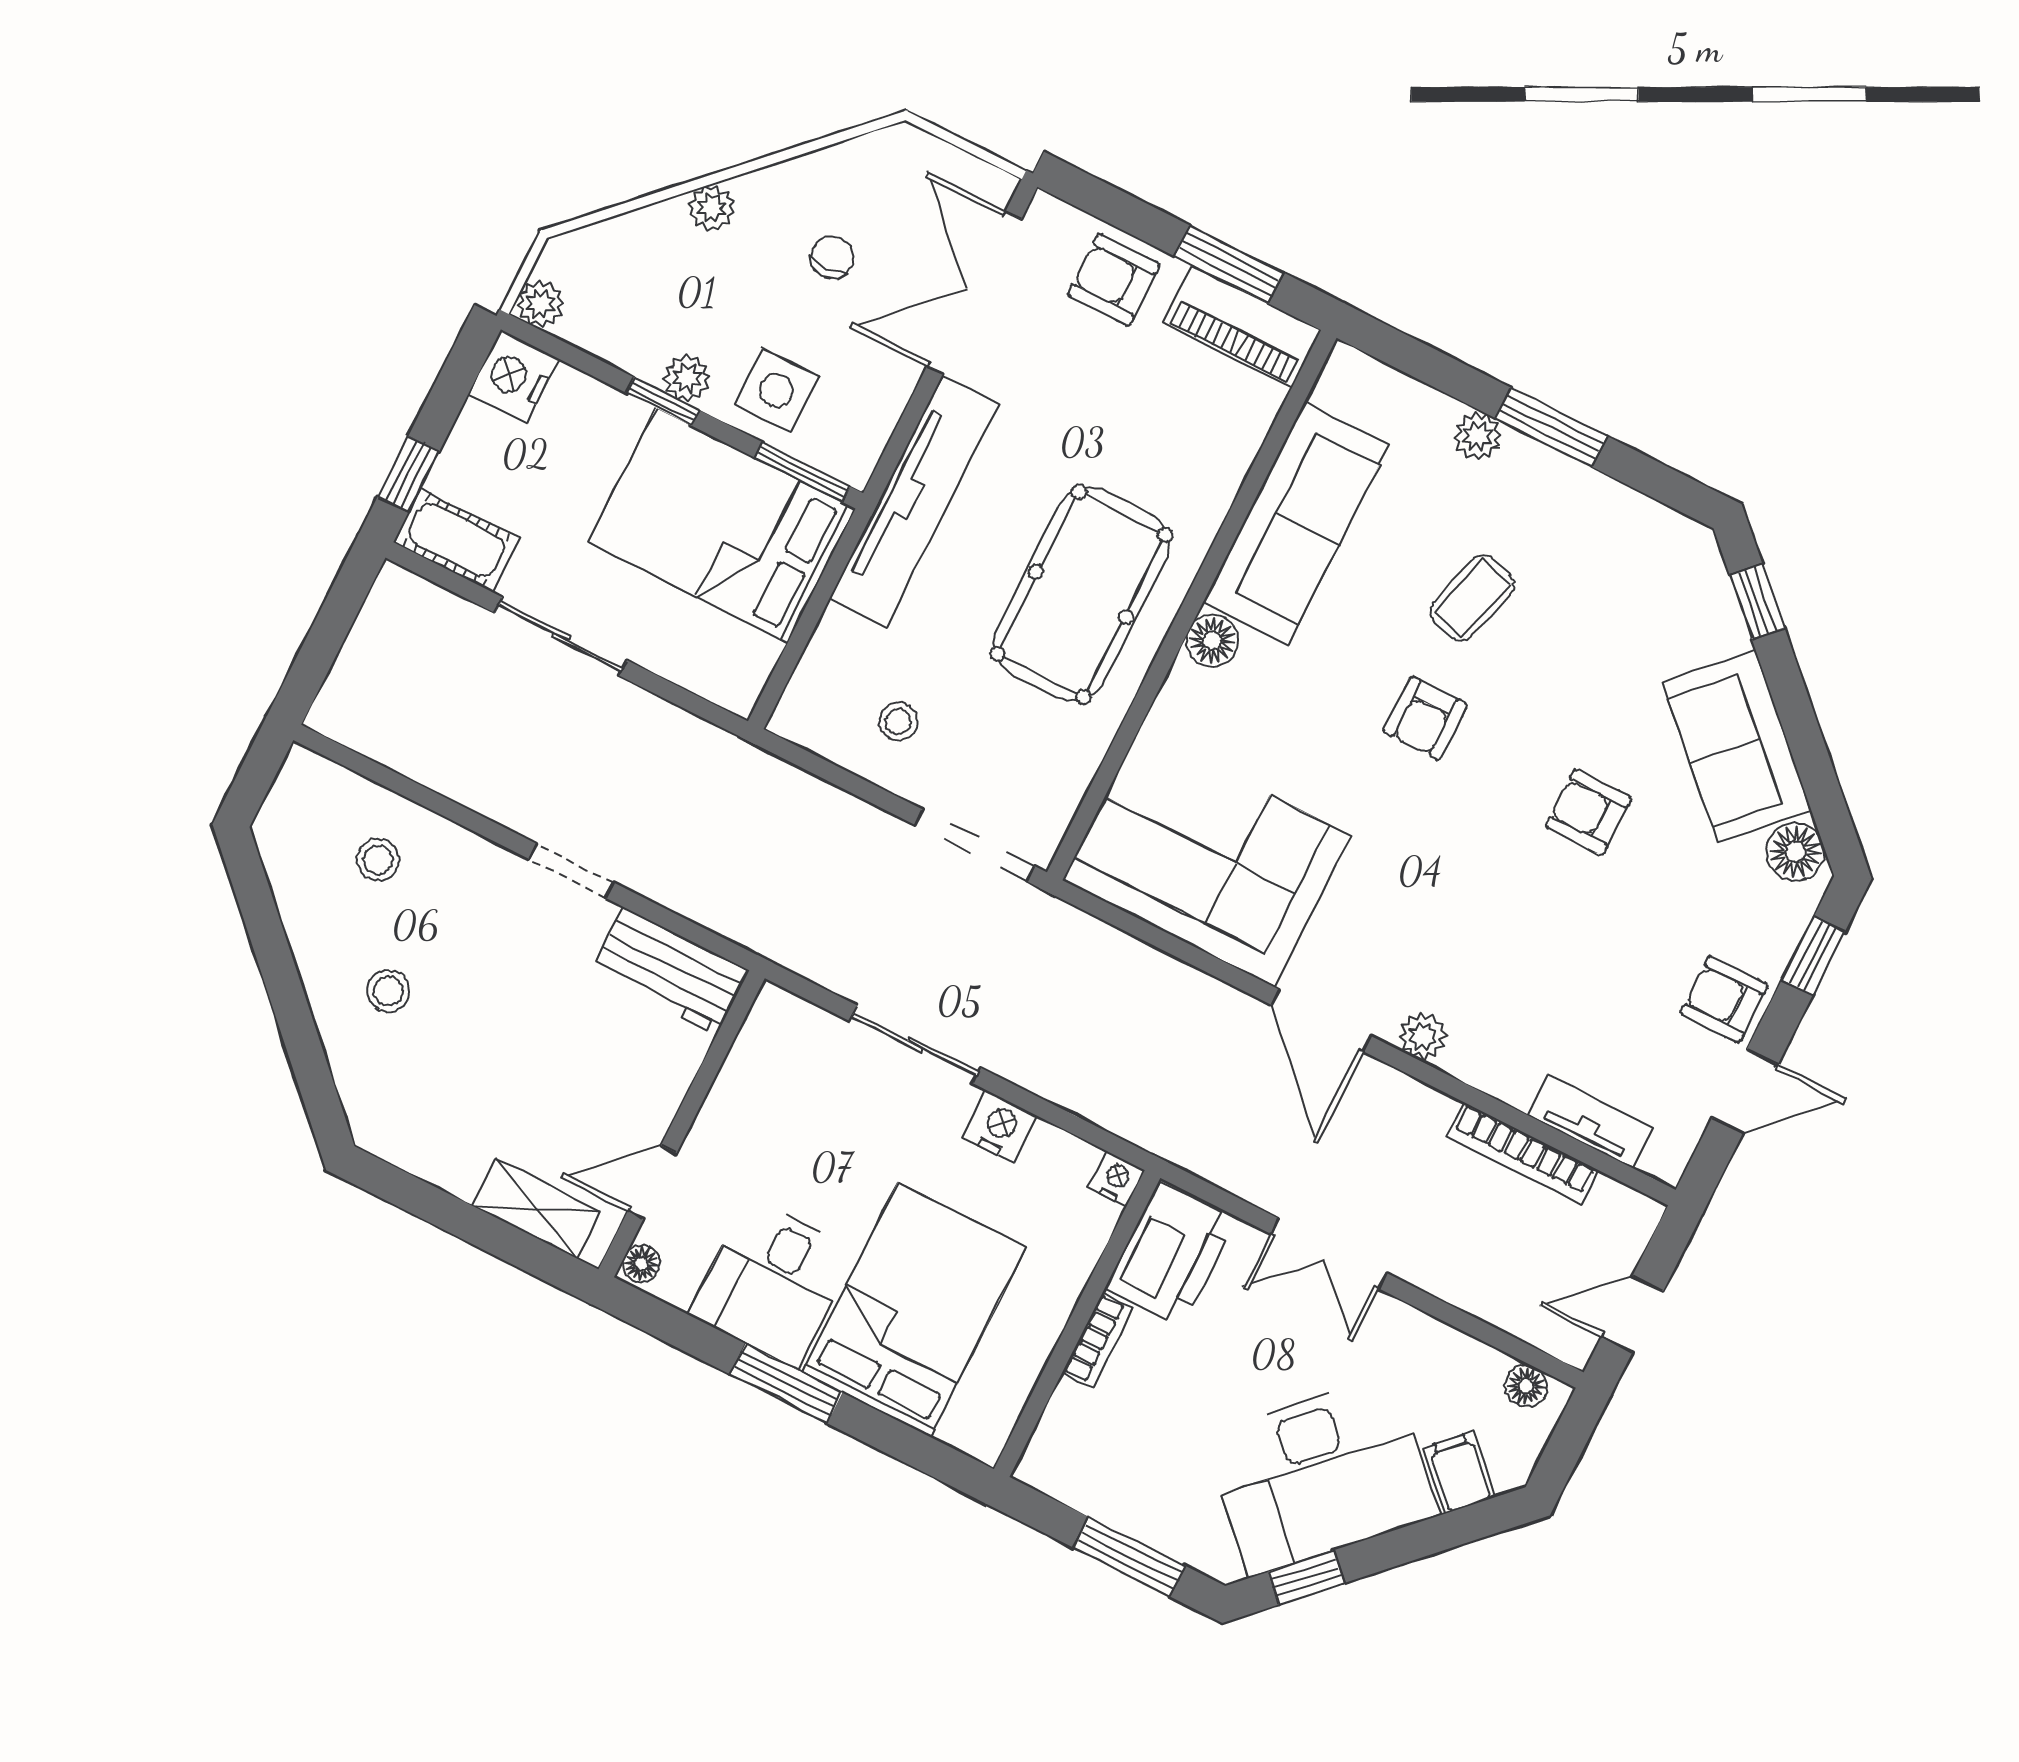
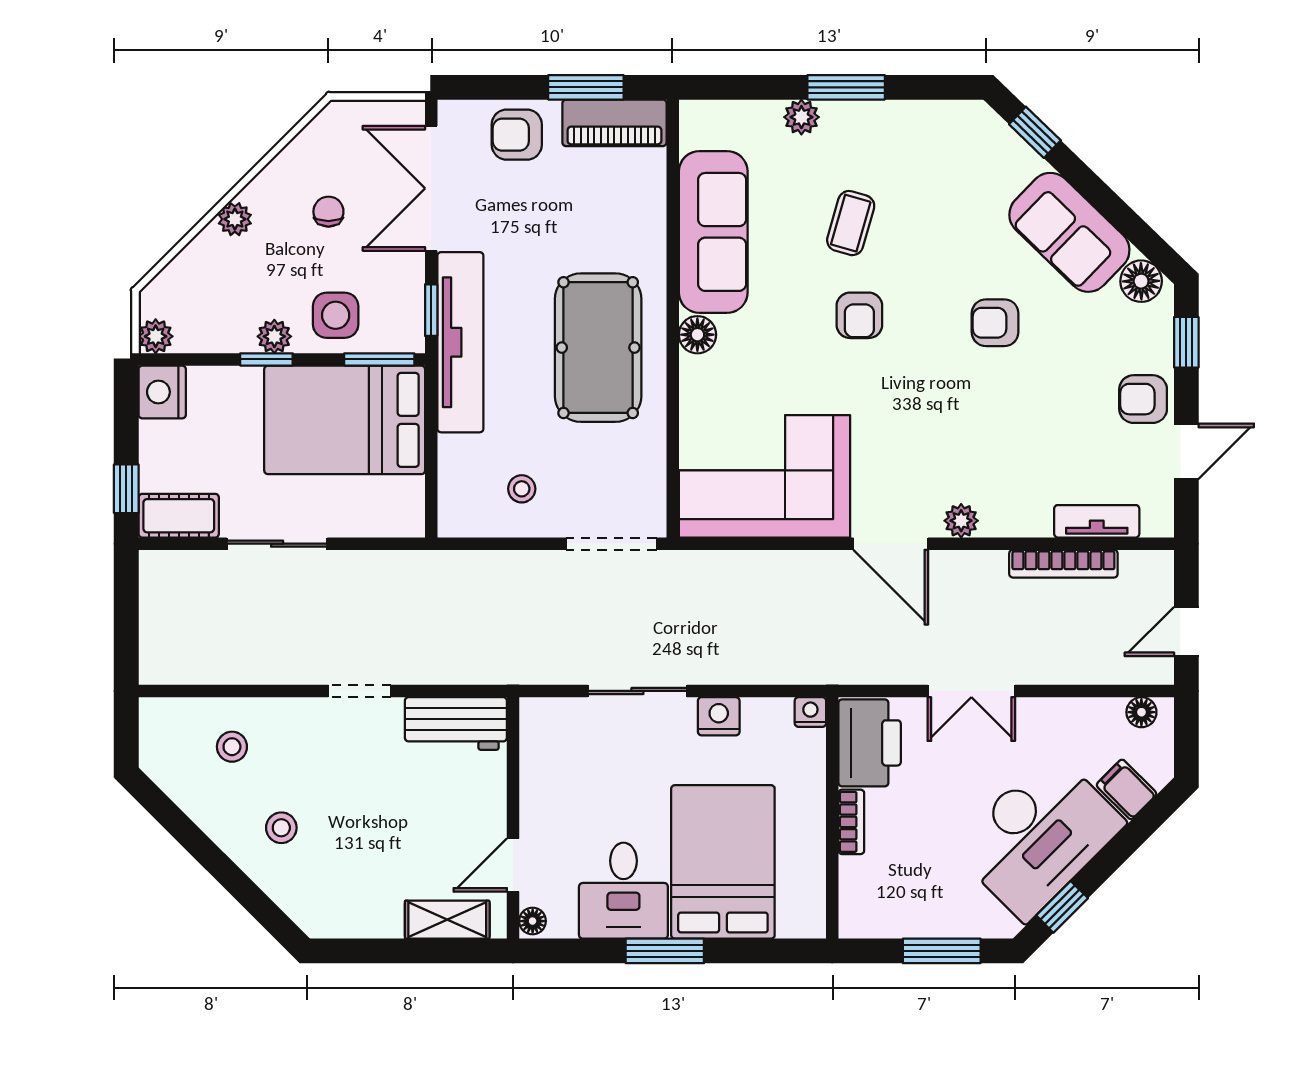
window: (898, 444) -> (431, 310), added

